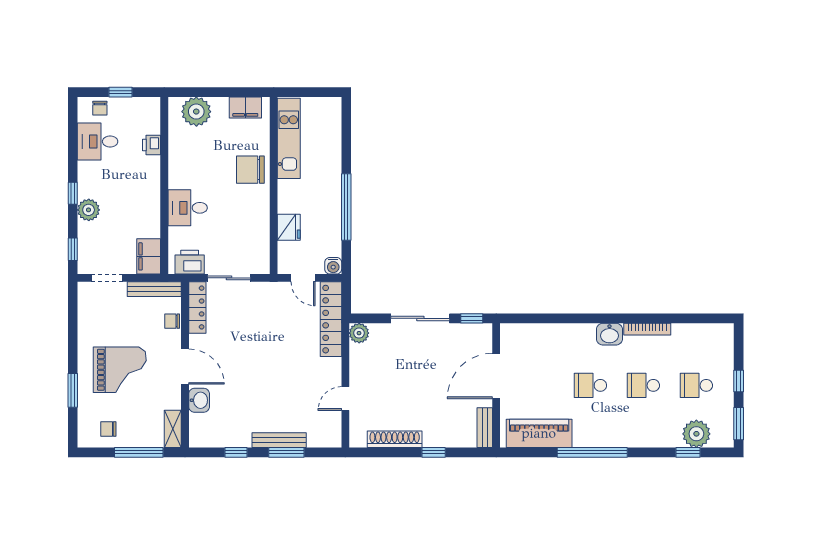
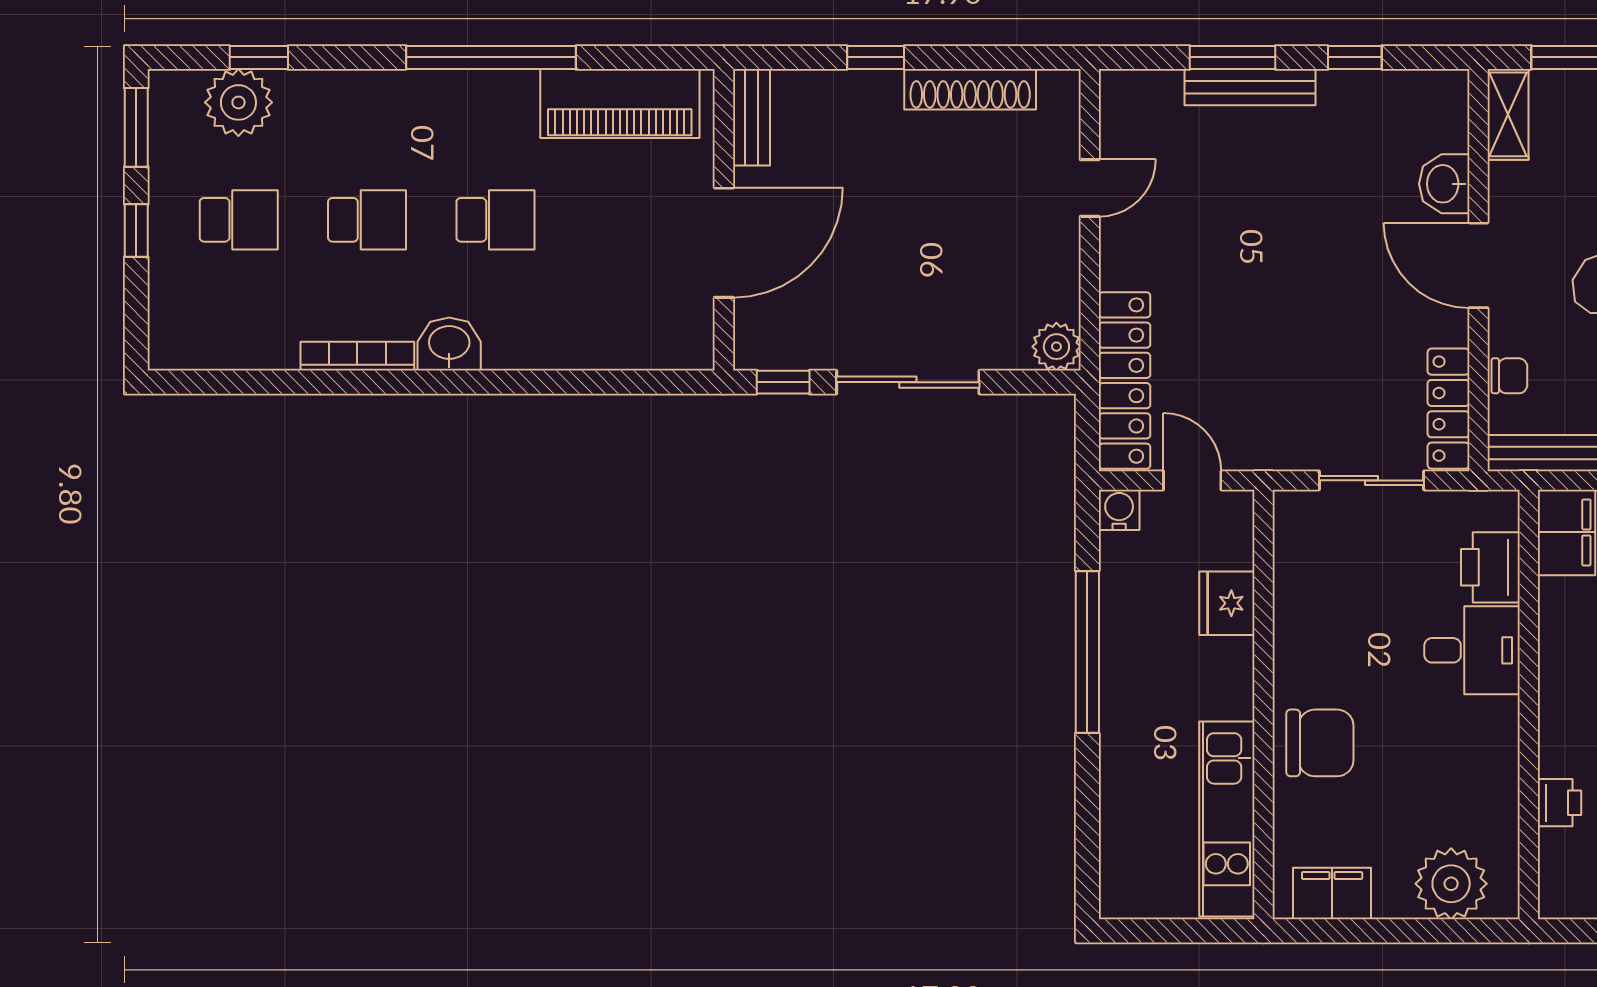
printer: (190, 262) -> (1490, 567), moved, turned 90

